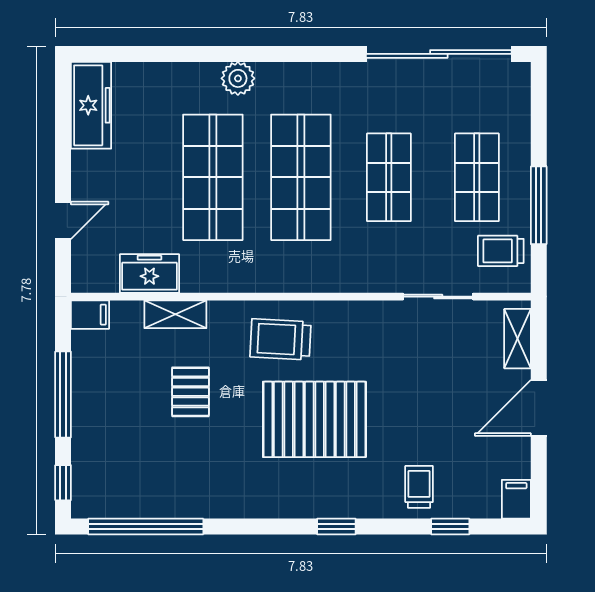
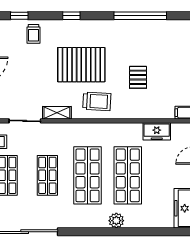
shelving: (175, 314) -> (57, 113), moved
window: (146, 527) -> (140, 16), moved

